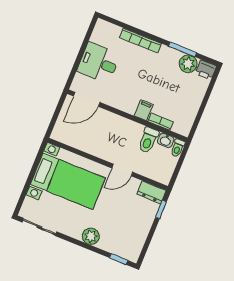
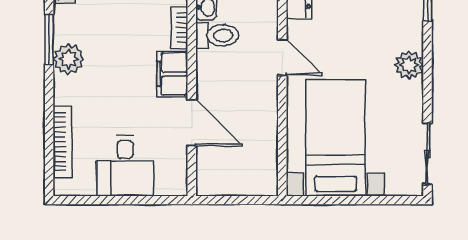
bookcase: (141, 41) -> (62, 142), moved
plant: (188, 64) -> (69, 59), moved
door: (87, 99) -> (192, 123), moved
filing cabinet: (144, 110) -> (172, 74), width x2.00

